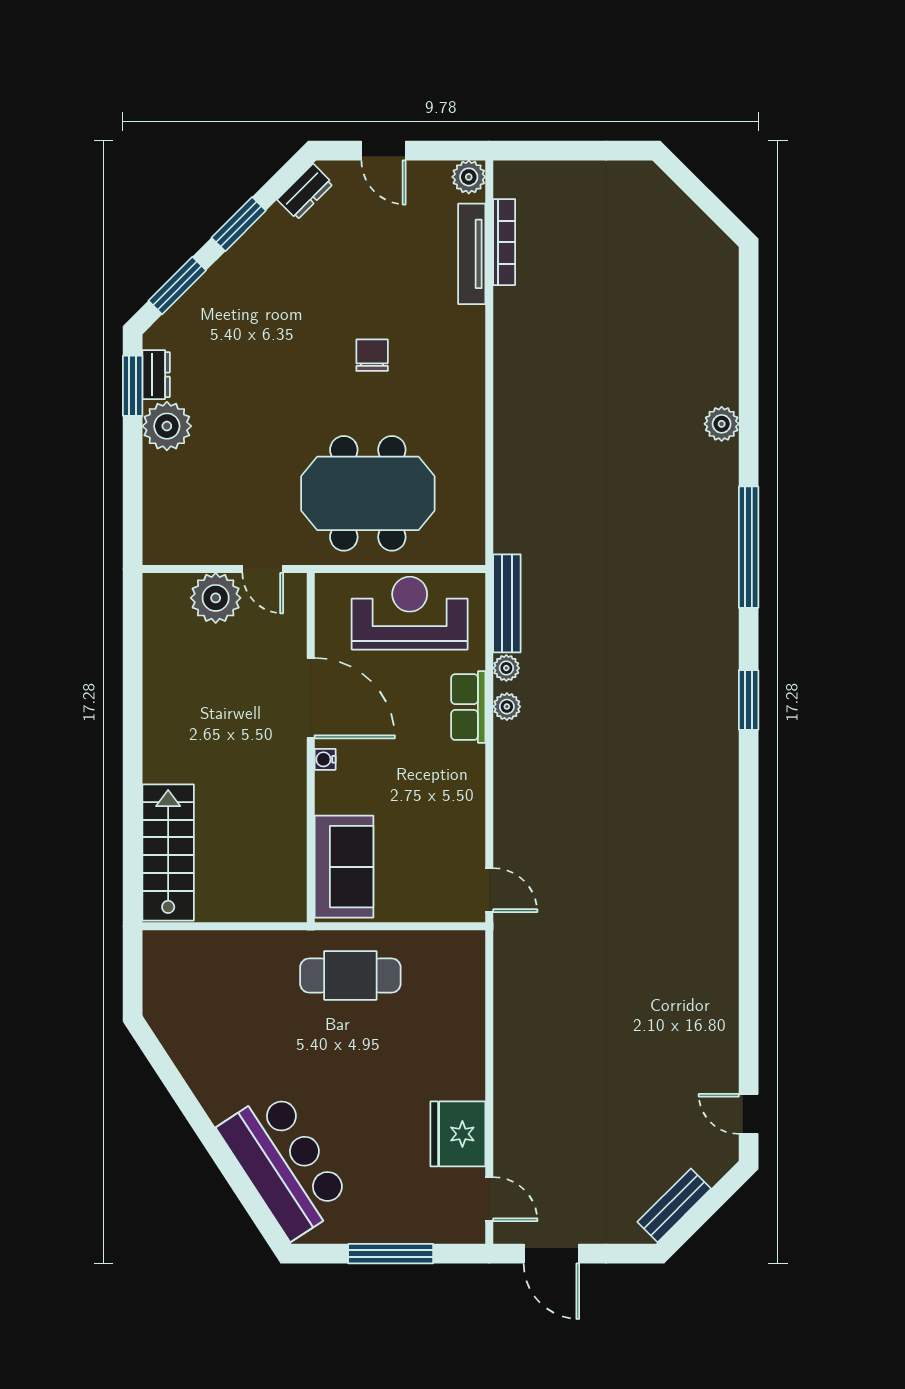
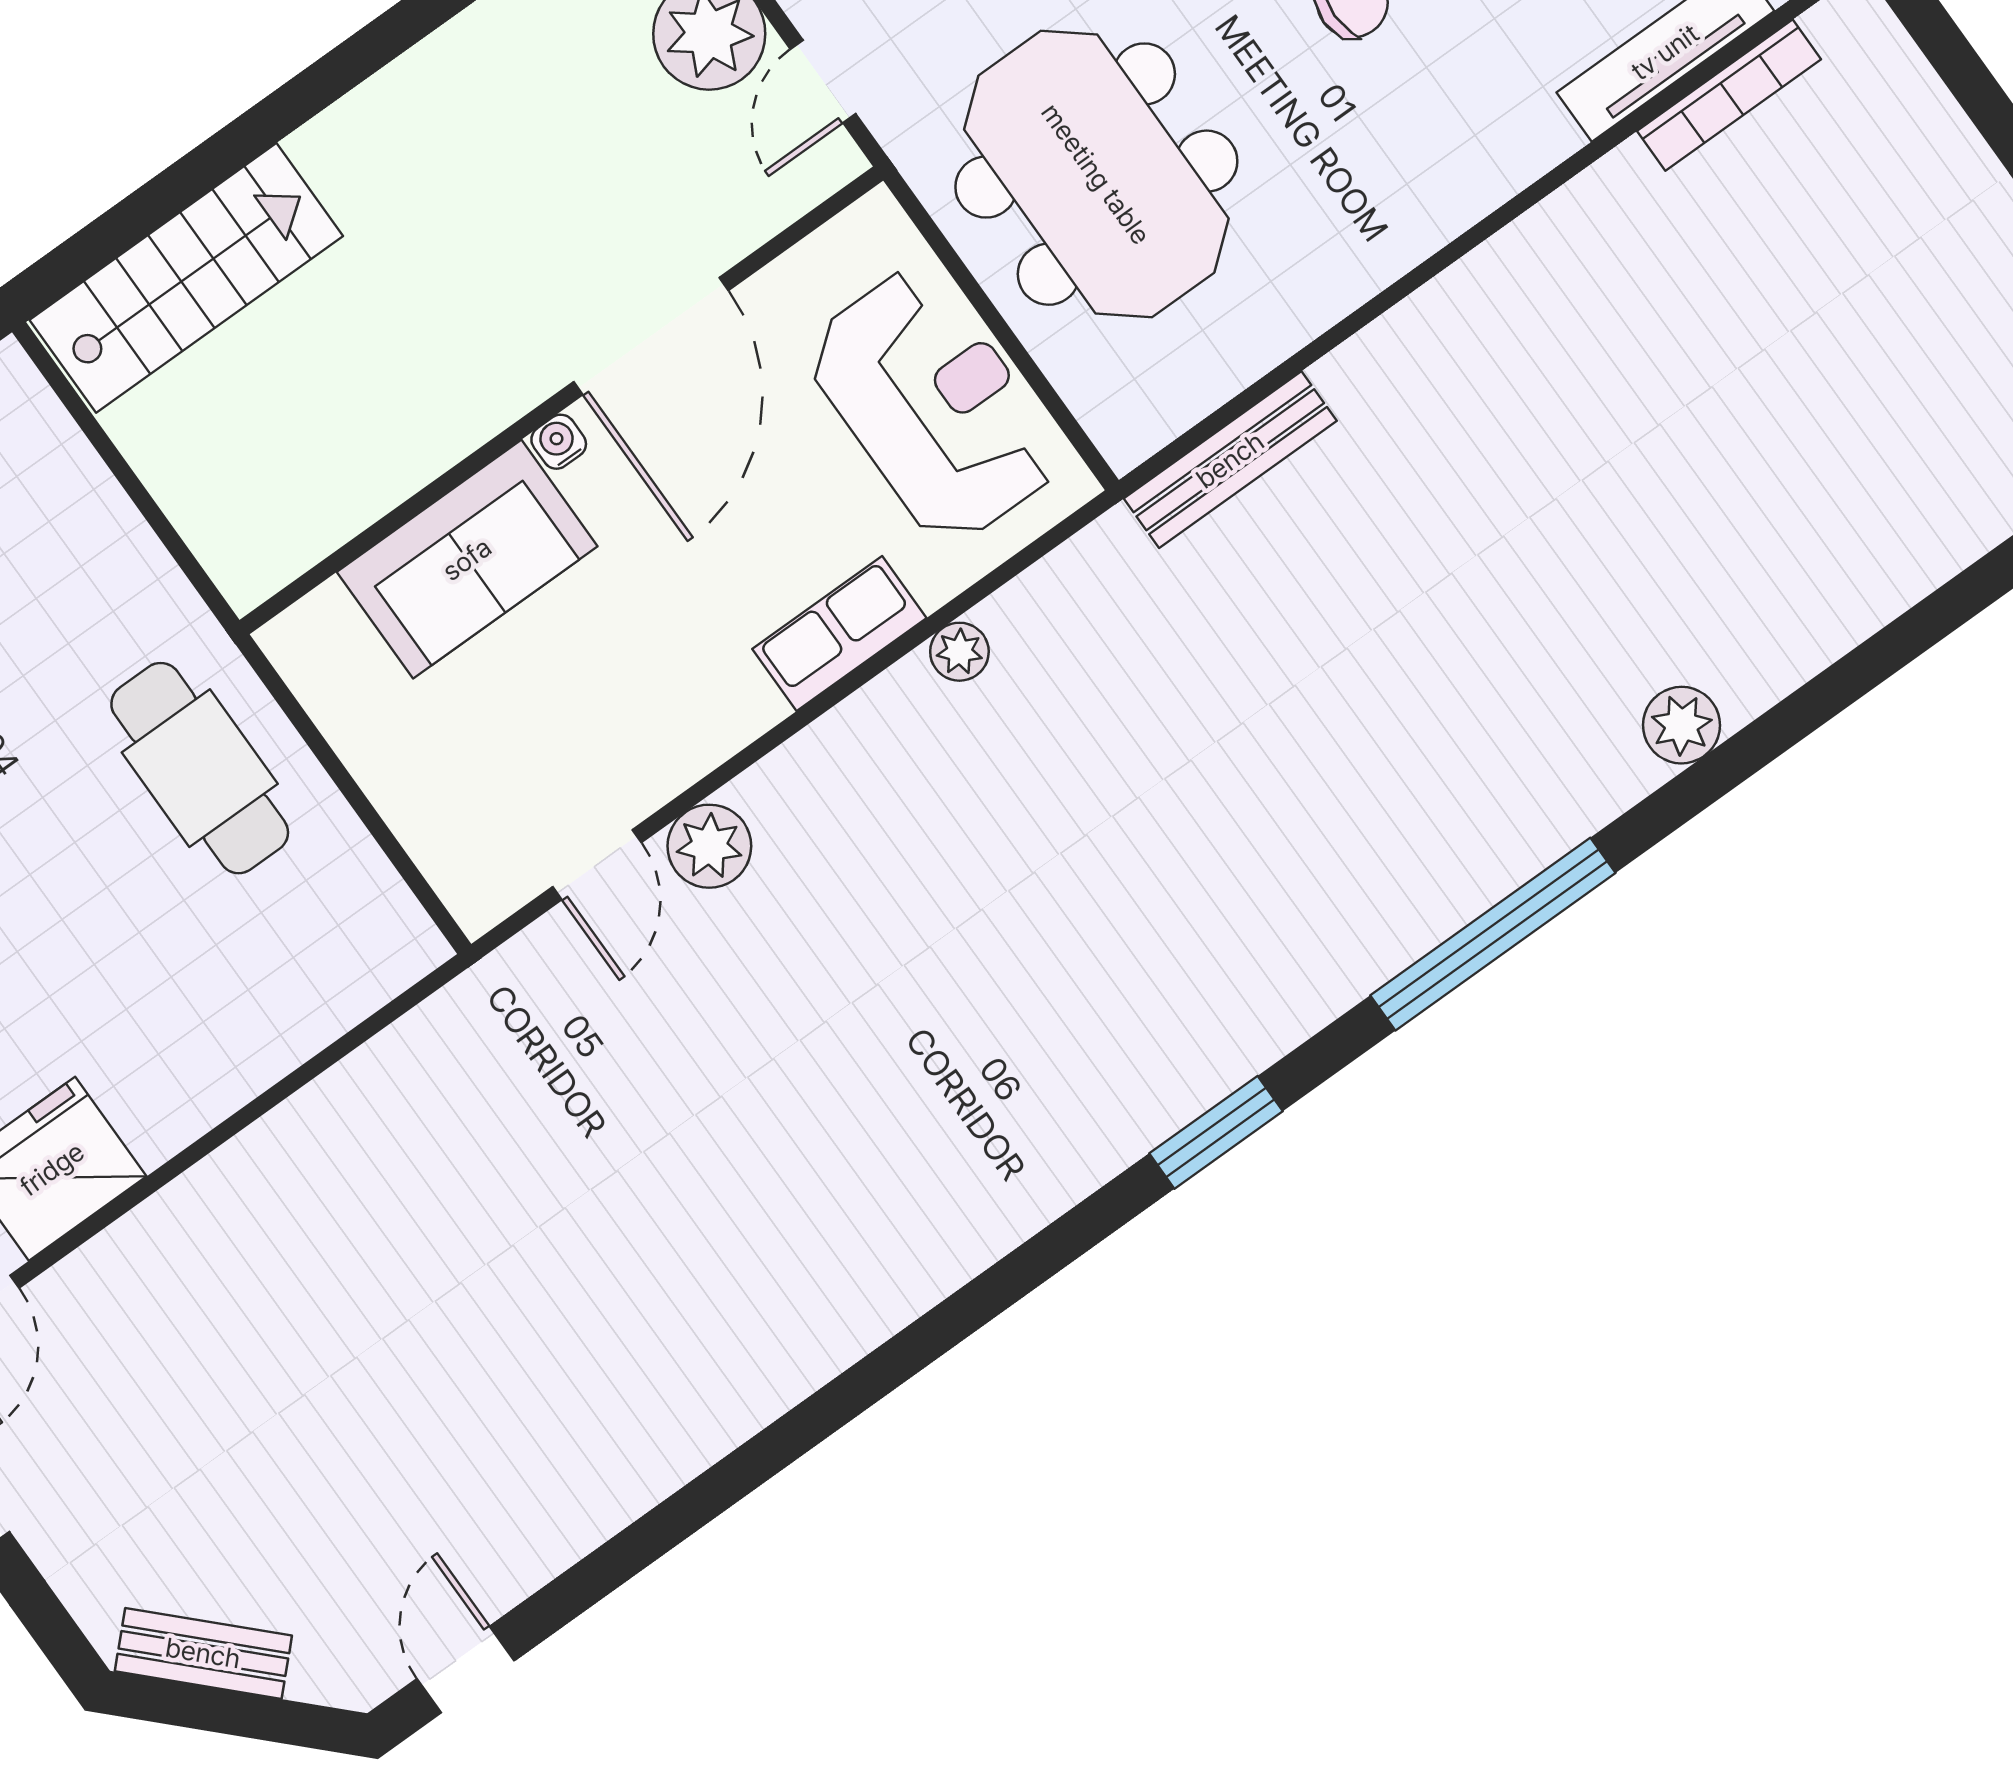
bench: (507, 603) -> (1230, 460), moved
plant: (507, 707) -> (709, 846), moved, width x1.38, depth x1.38
sofa: (344, 867) -> (467, 559), moved
door: (489, 890) -> (597, 865), moved

